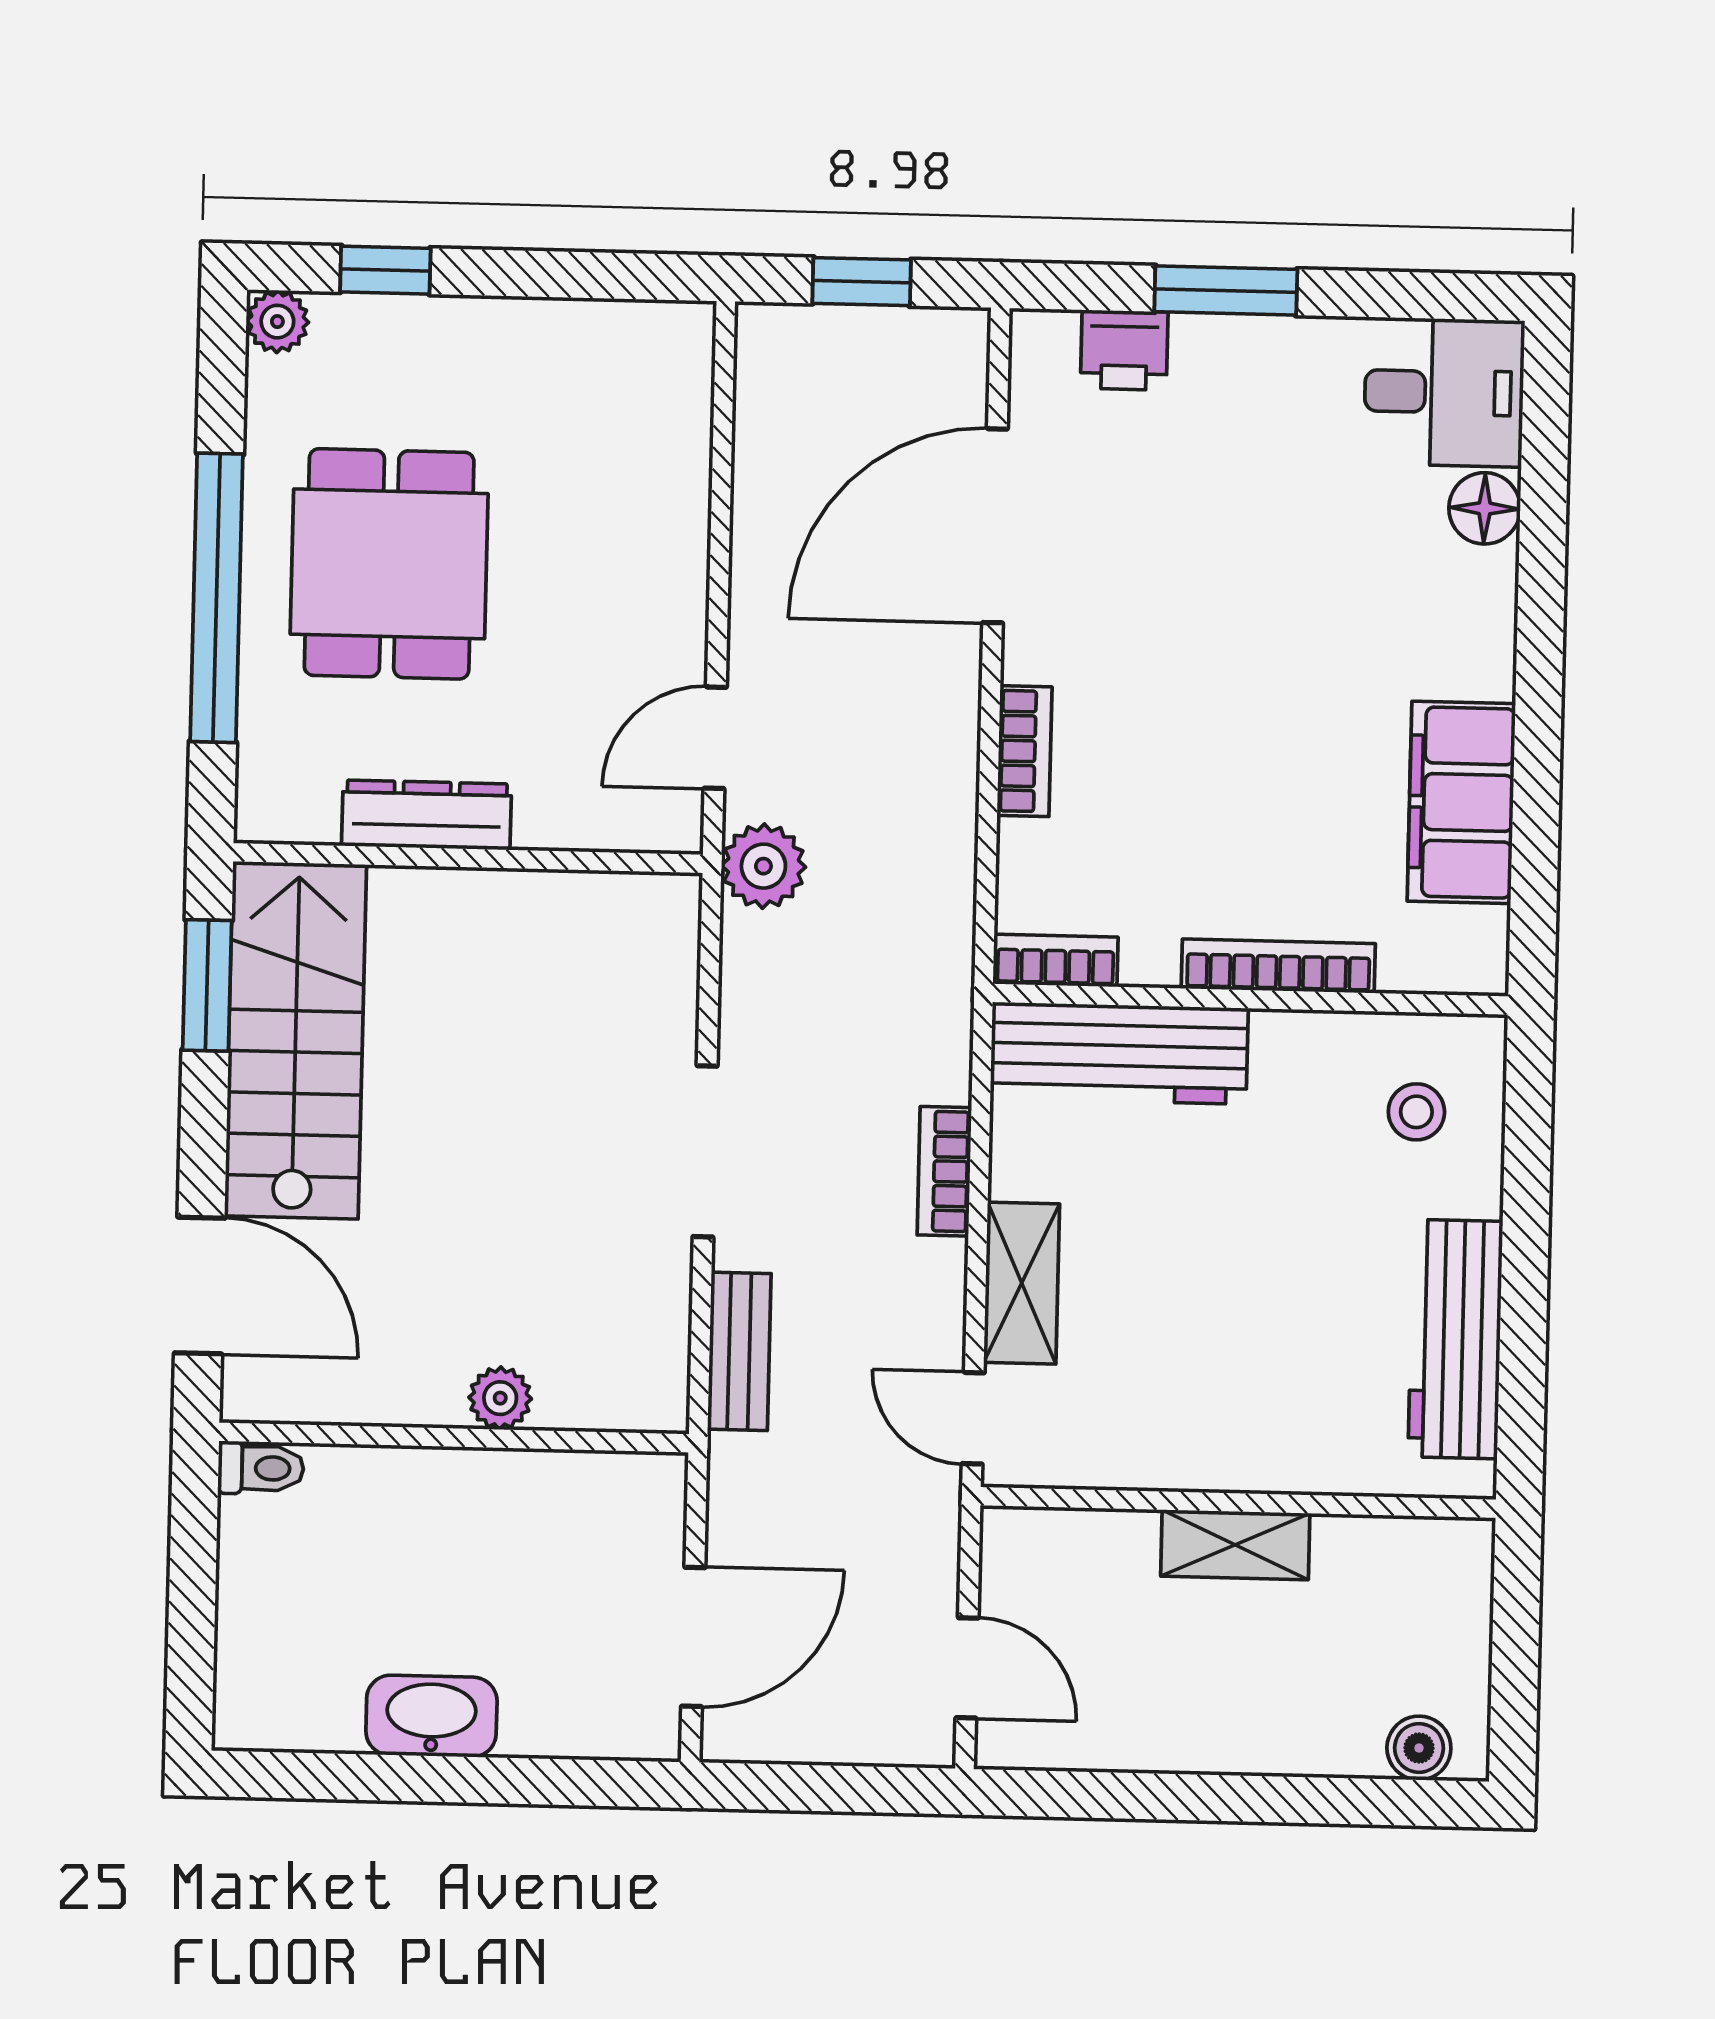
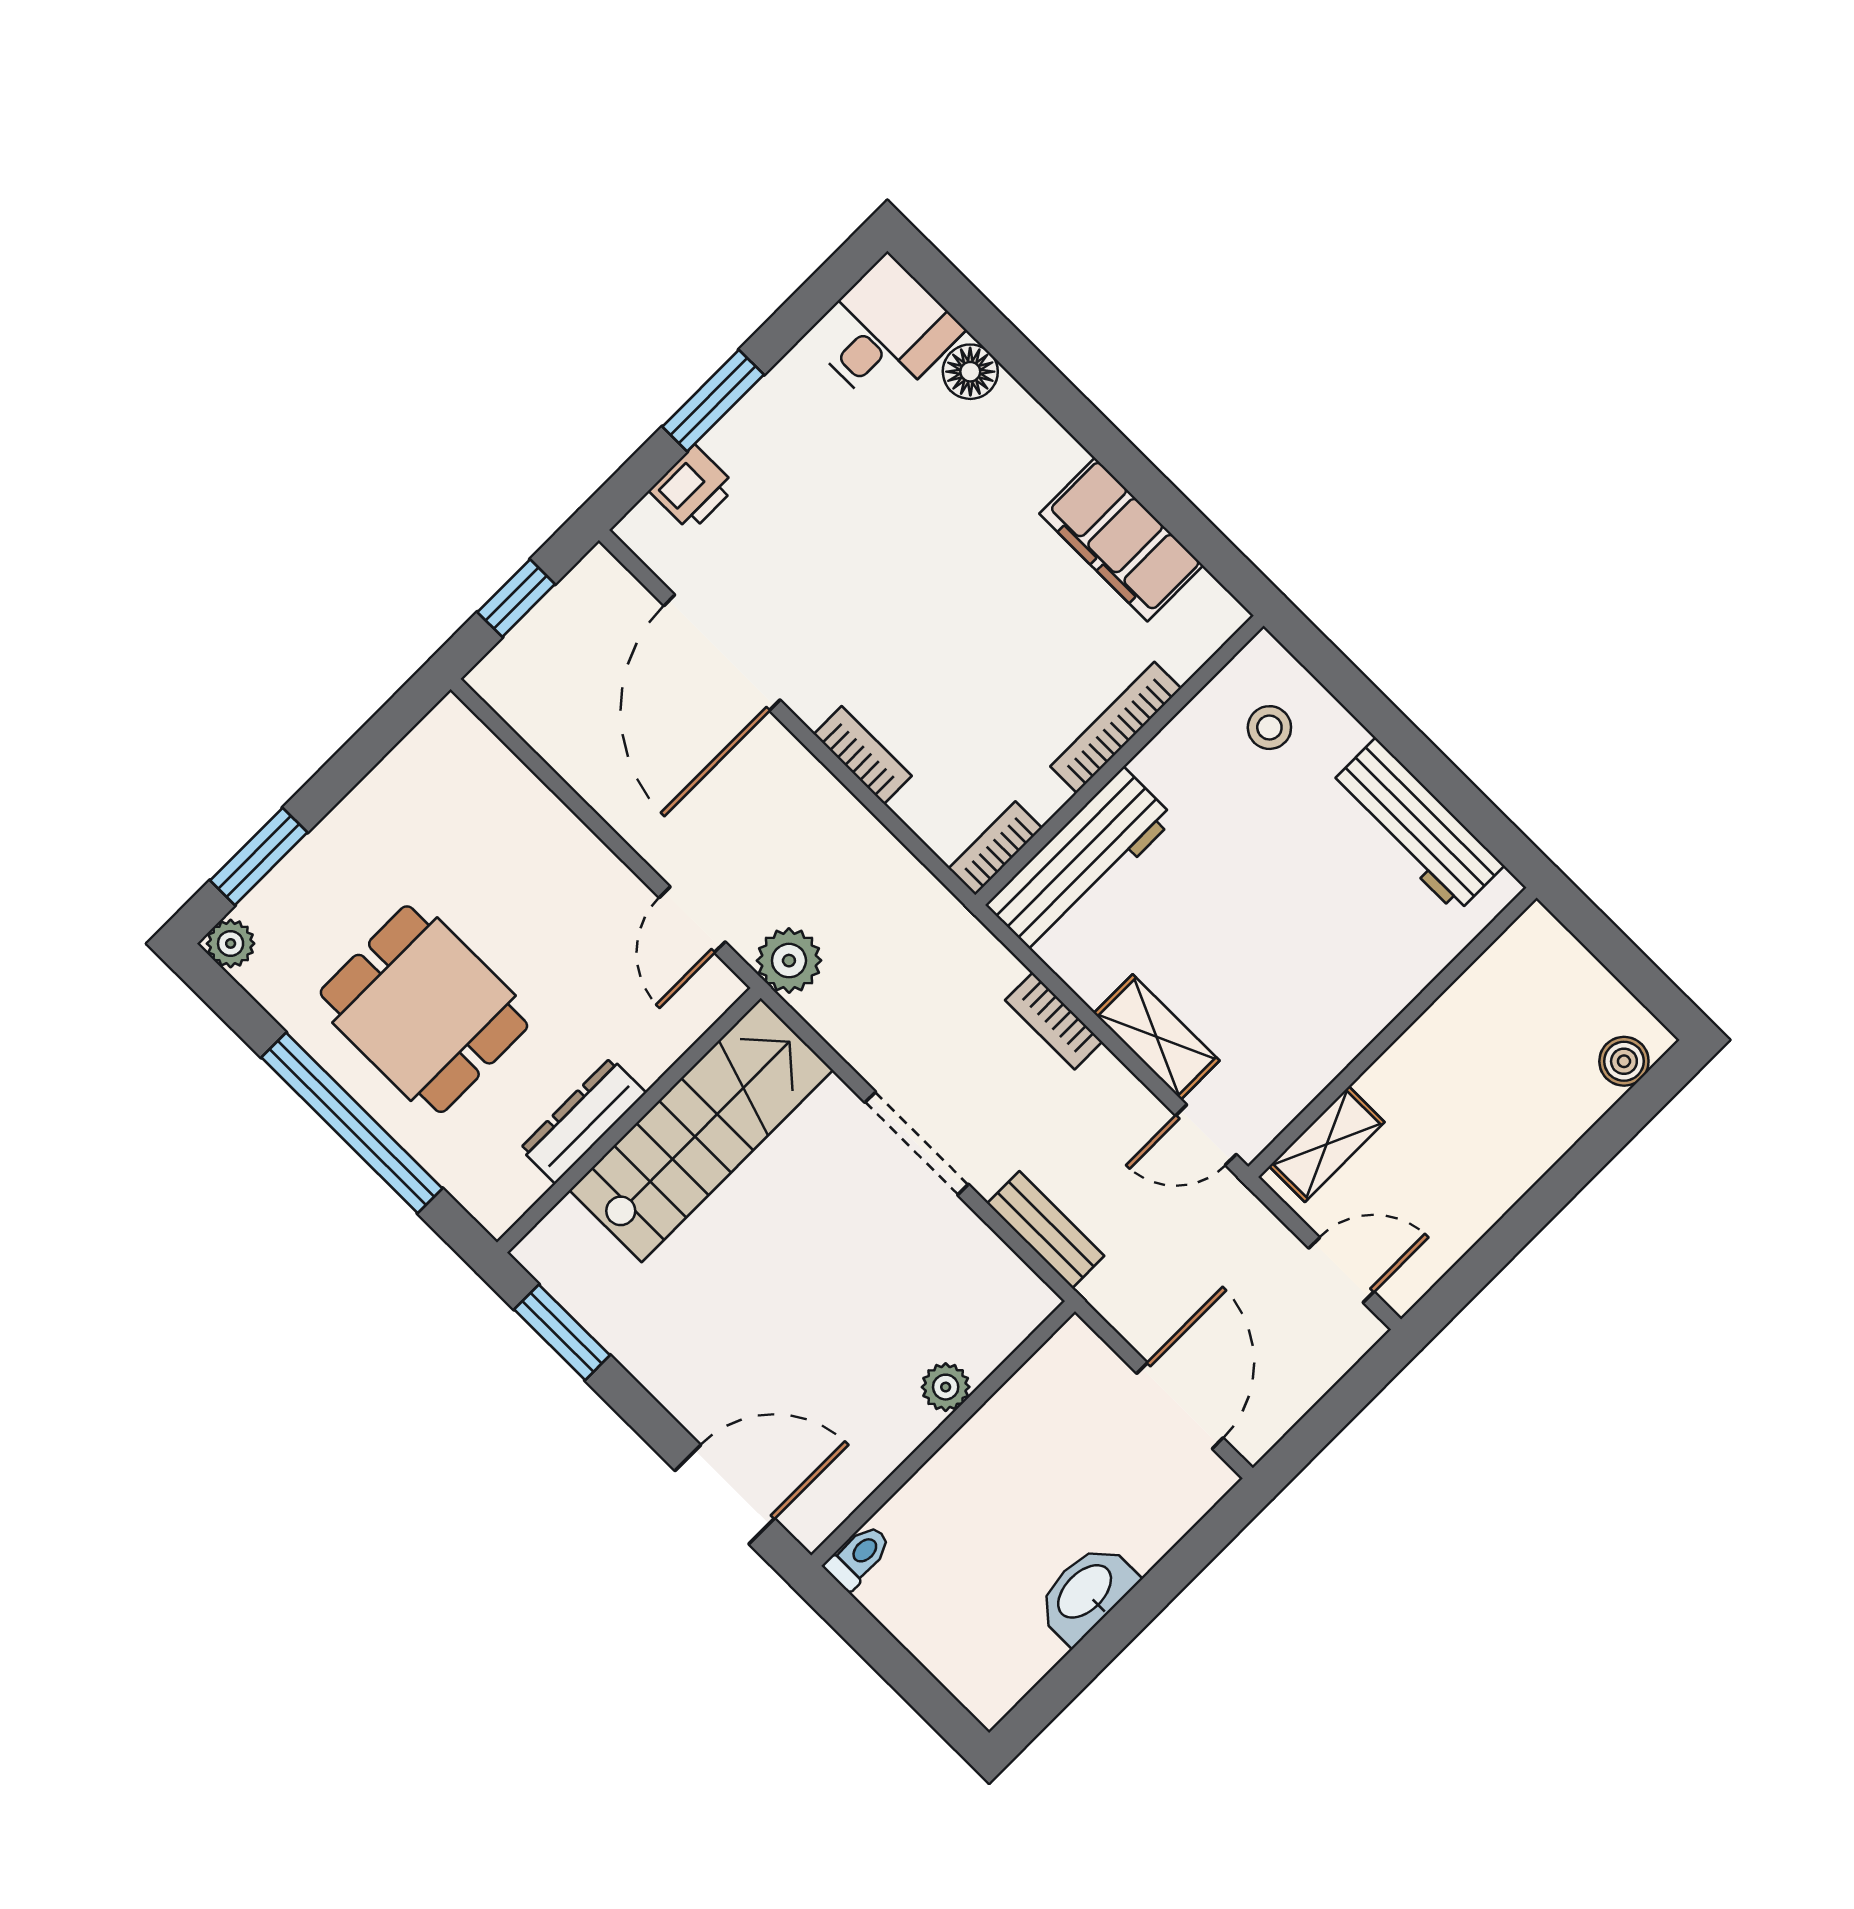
window: (385, 270) -> (259, 856), width x1.50
stairs: (295, 1040) -> (701, 1130), moved, turned 90
shelving: (1235, 1545) -> (1327, 1144), moved

